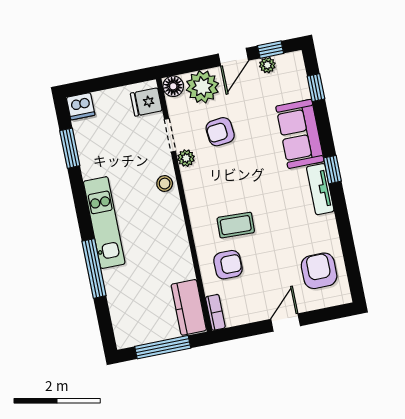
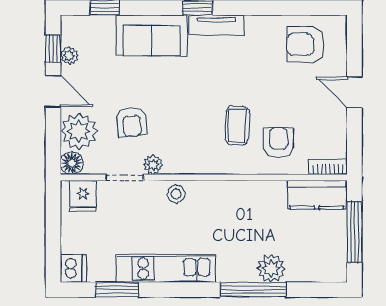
kitchen unit: (104, 223) -> (166, 268), moved
plant: (116, 280) -> (271, 268), added

